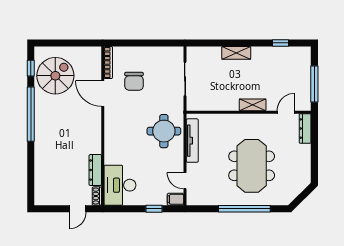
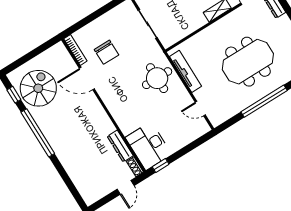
meeting table: (252, 166) -> (248, 62), turned 90
filing cabinet: (175, 199) -> (202, 129), removed
window: (154, 209) -> (161, 166), moved

